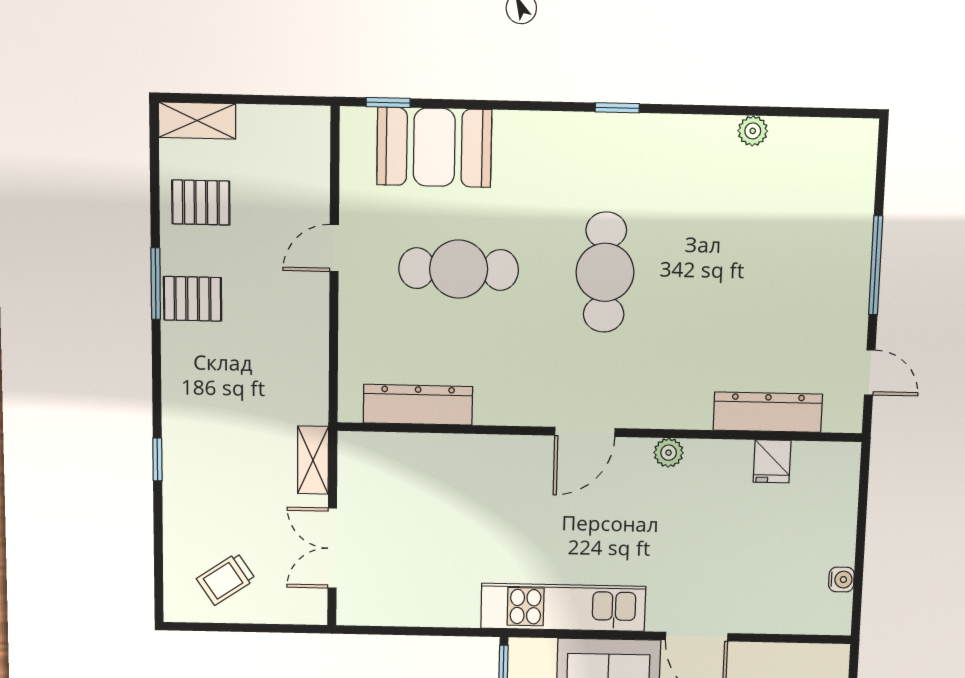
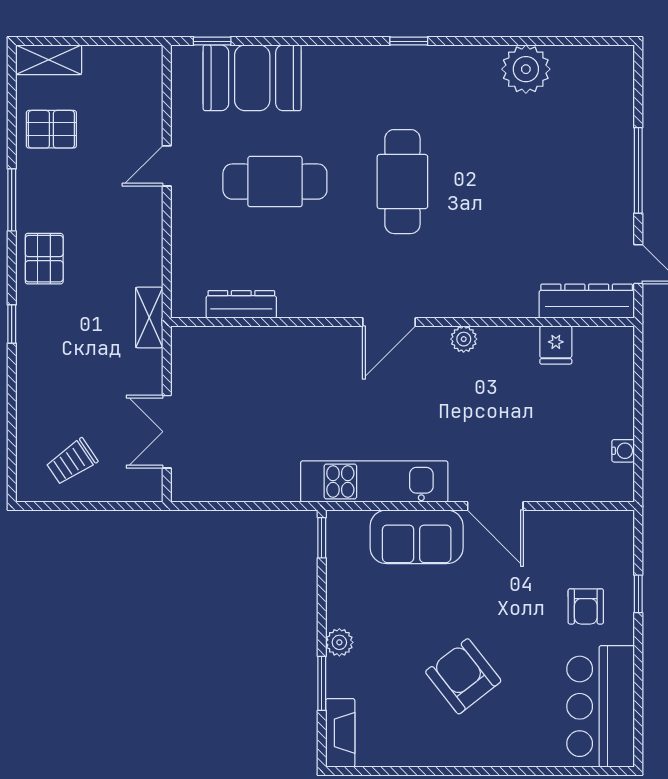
plant: (753, 131) -> (526, 69), width x1.88, depth x1.88
pallet: (193, 299) -> (44, 259), moved, turned 90
dresser: (418, 405) -> (241, 304), width x0.73, depth x0.80
dresser: (768, 412) -> (587, 301), moved
window: (157, 460) -> (12, 324), moved
shelving: (313, 460) -> (149, 317), moved

